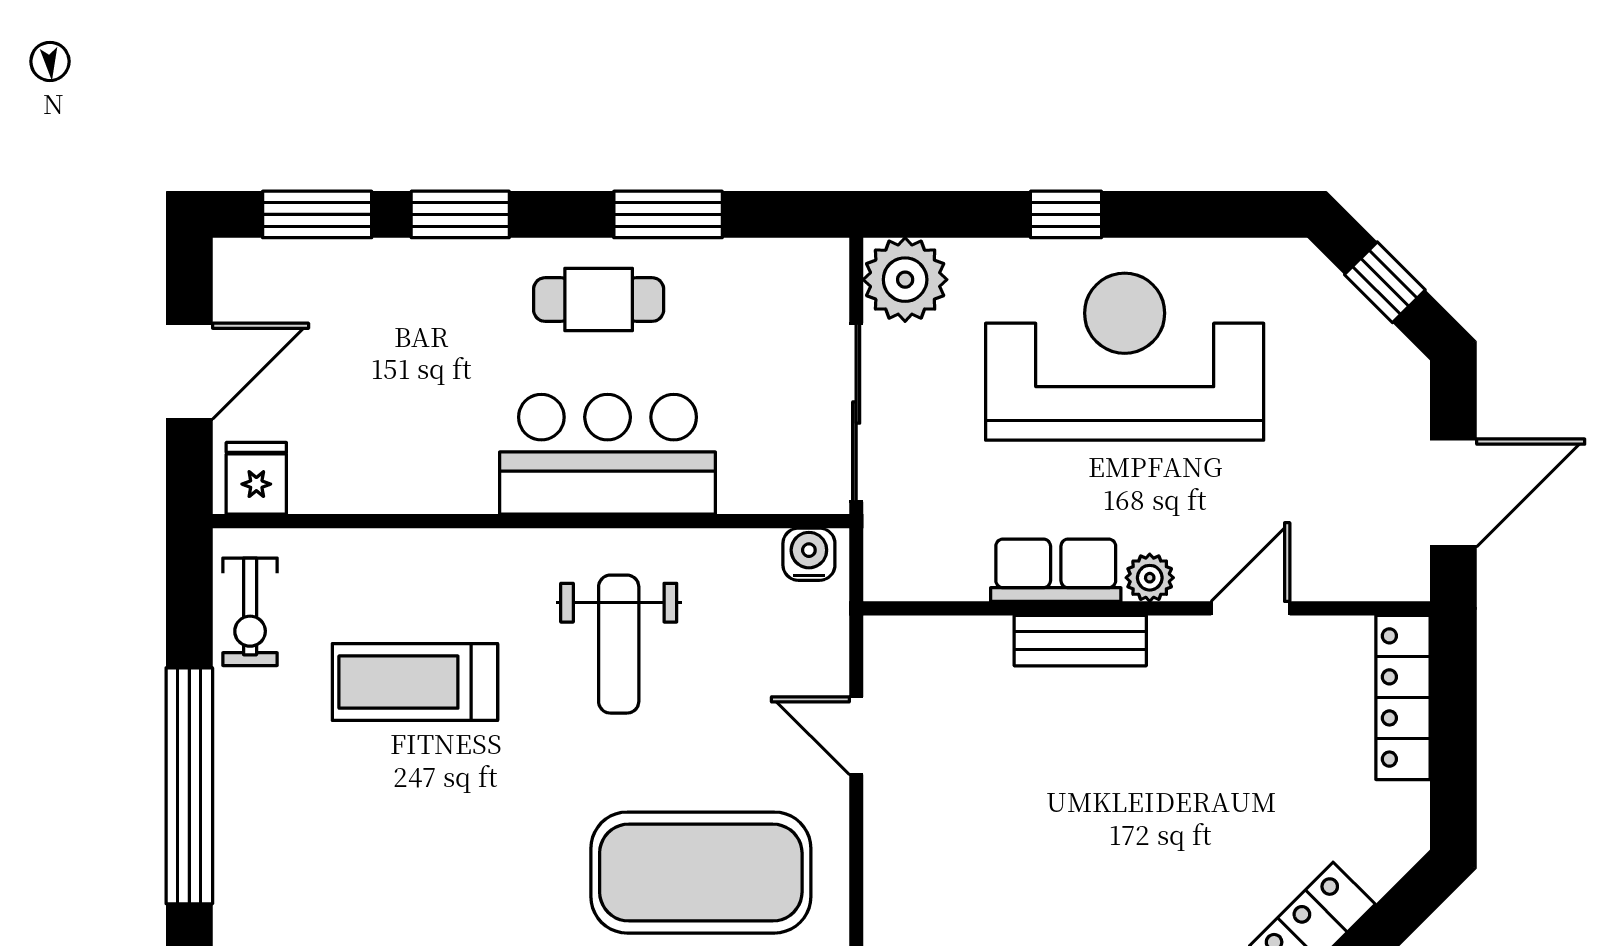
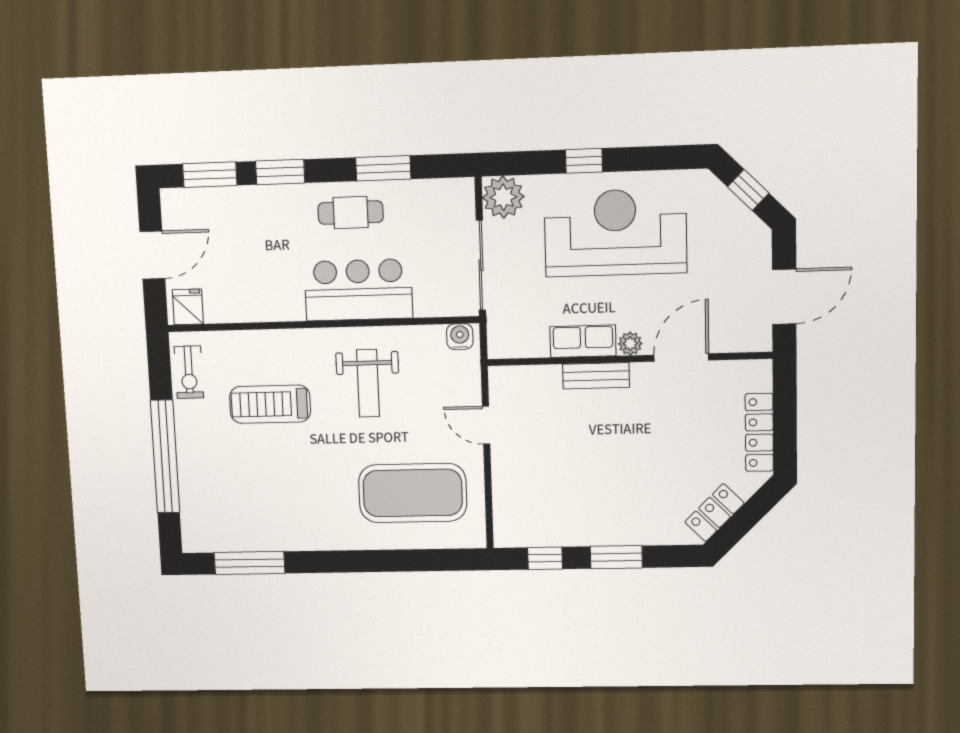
door: (1250, 608) -> (681, 358), width x1.38
locker: (1403, 697) -> (759, 432), moved

